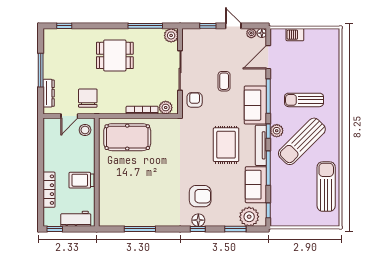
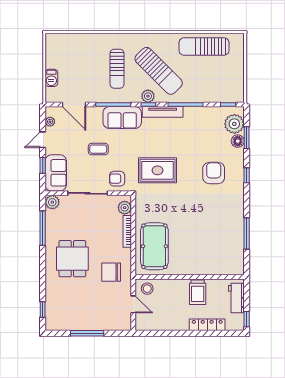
floor lamp: (262, 33) -> (50, 111), removed
dresser: (49, 93) -> (110, 325), removed
chair: (88, 98) -> (111, 272), moved
rug: (226, 145) -> (158, 170), moved
sofa: (256, 185) -> (56, 173), moved, turned -90
floor lamp: (198, 220) -> (238, 141), moved

